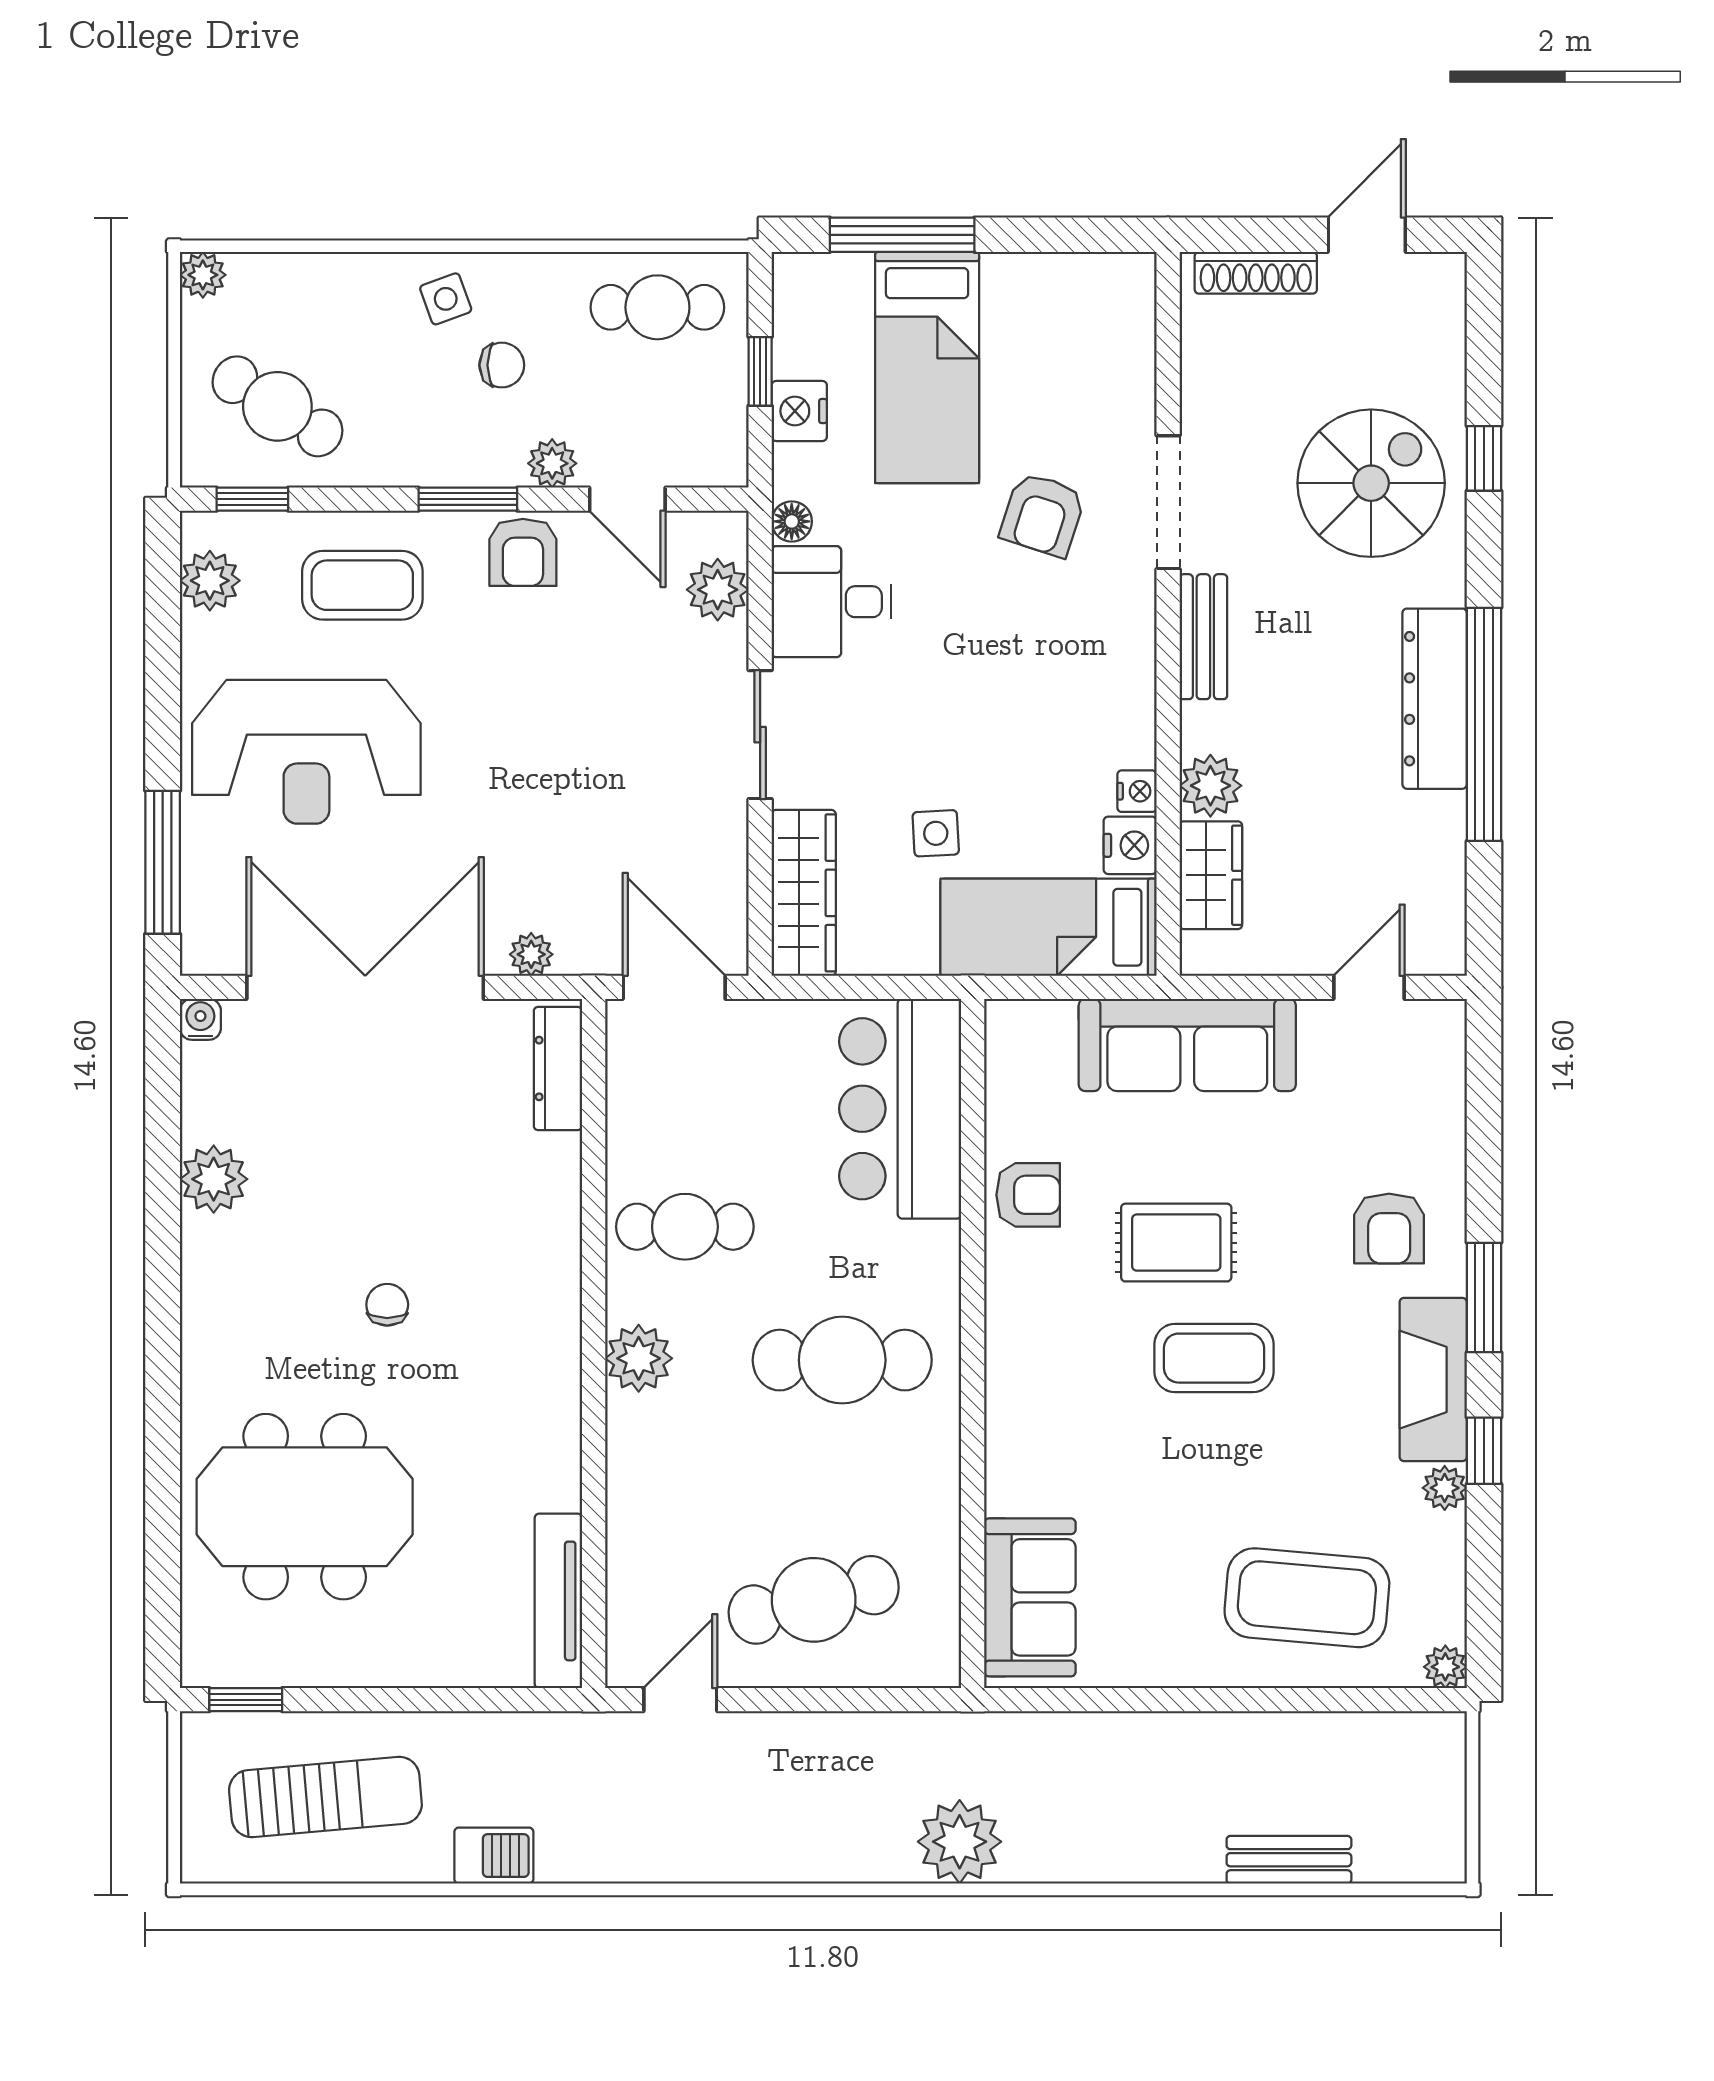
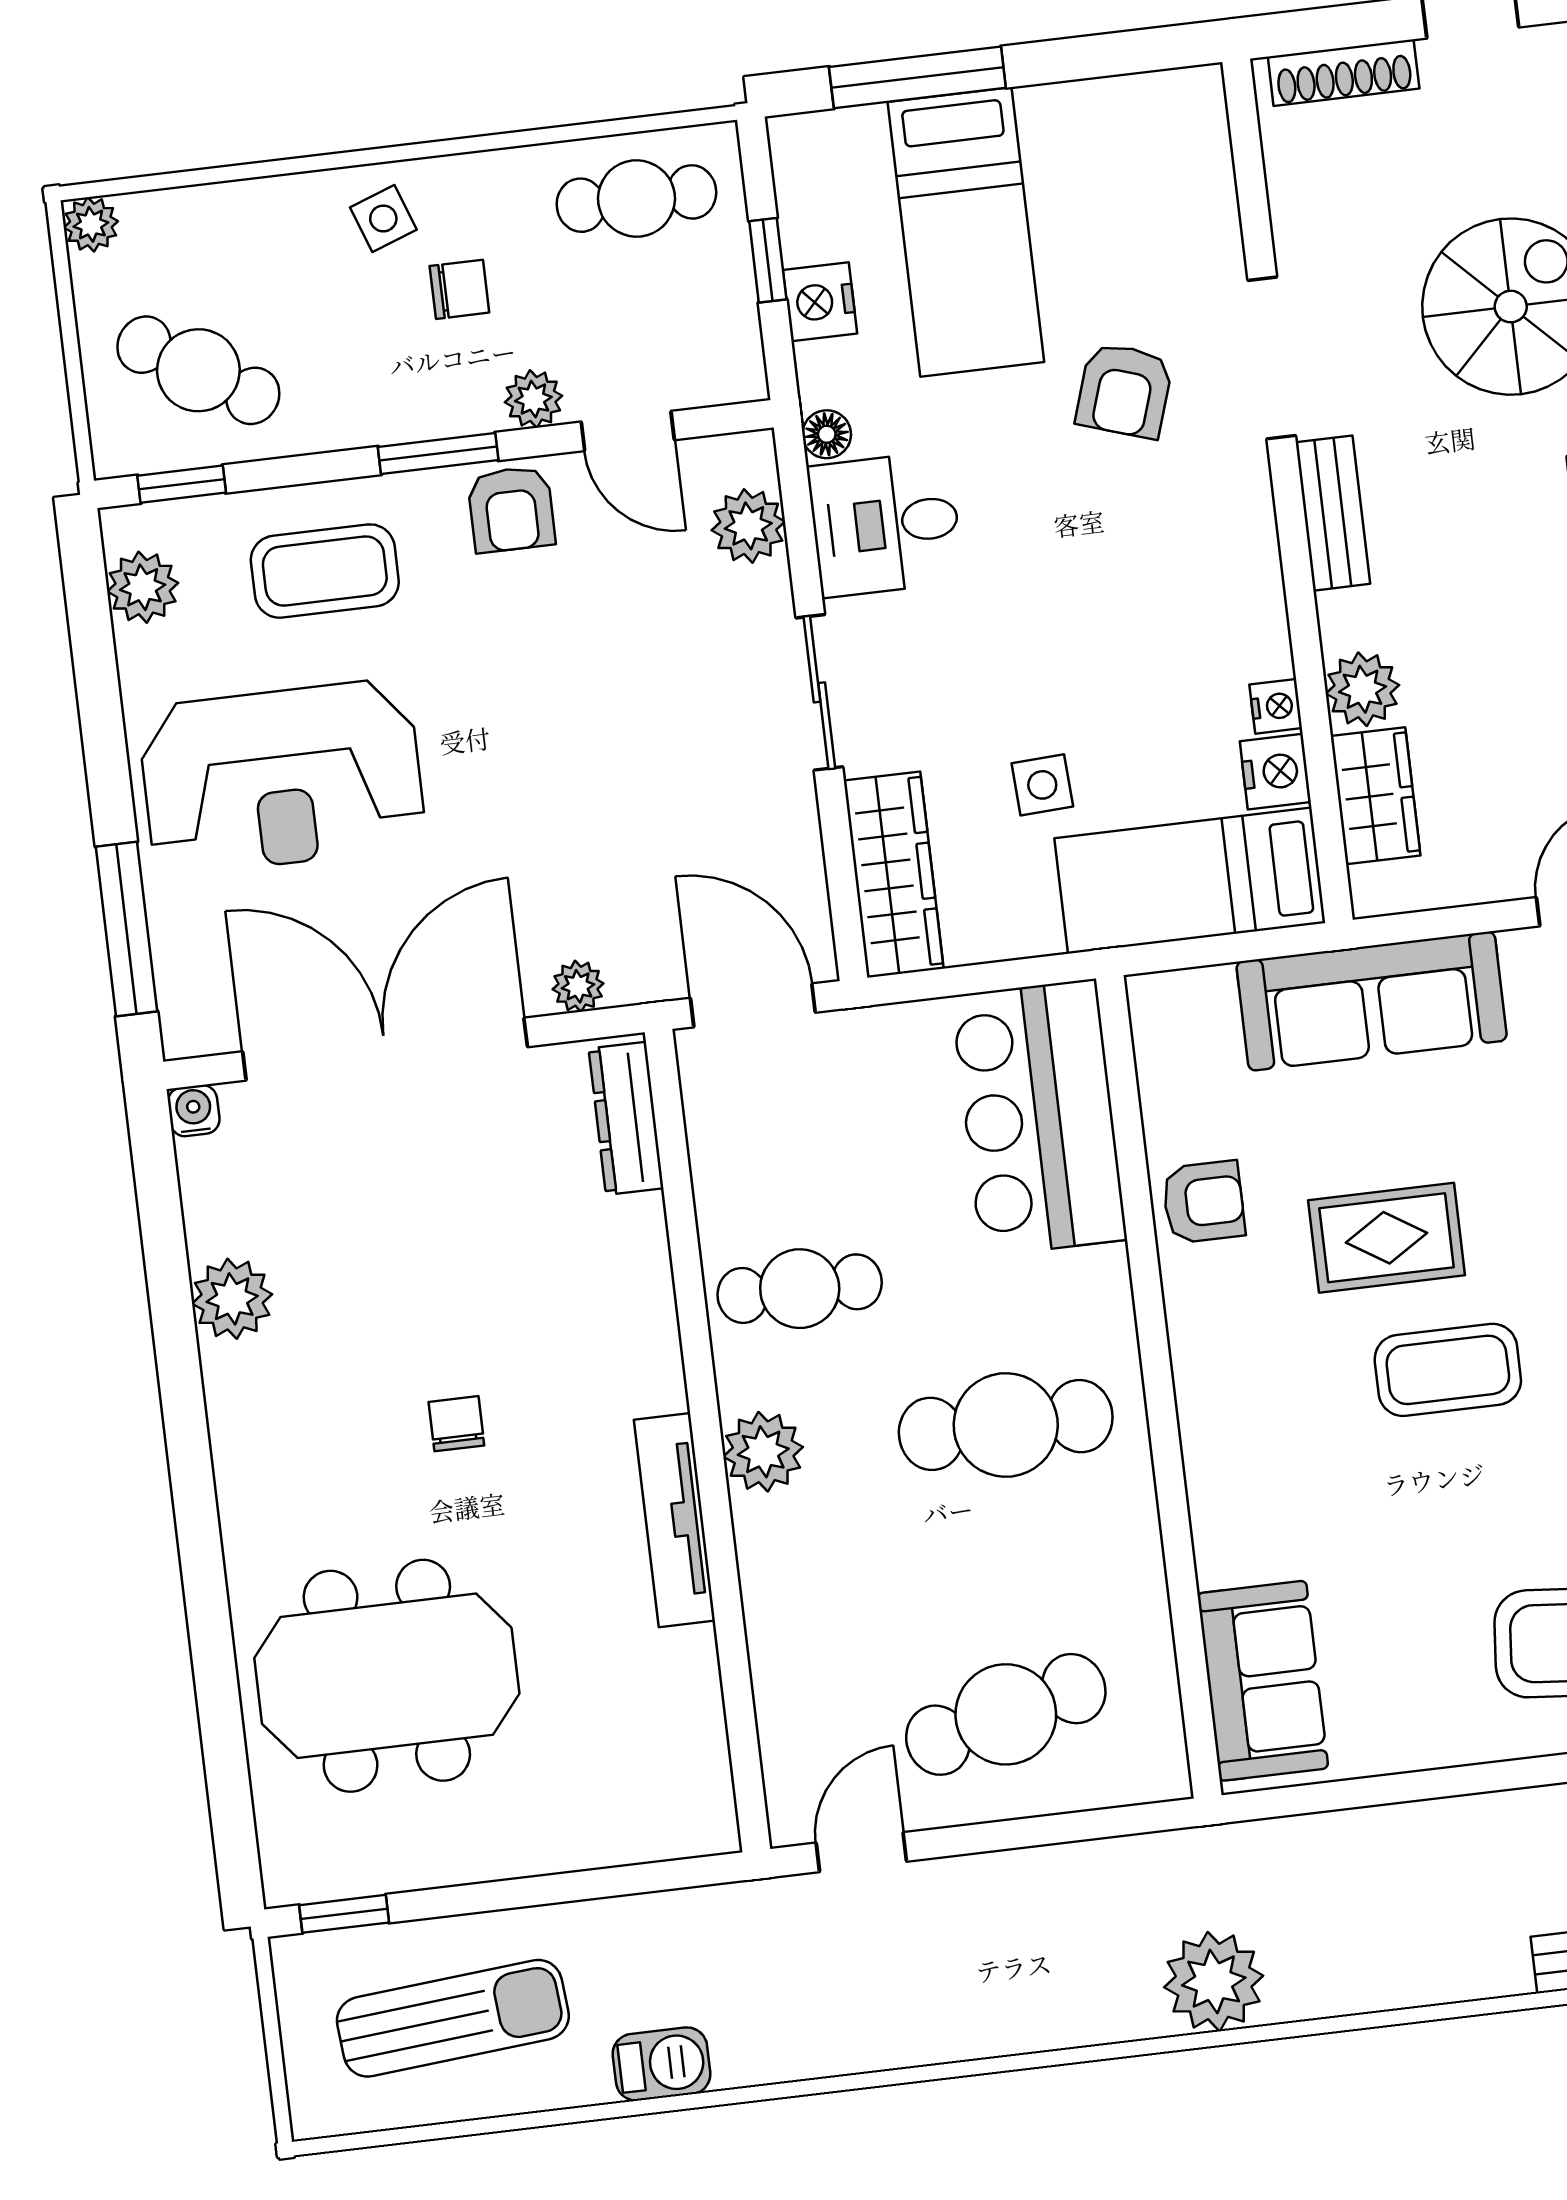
tv unit: (558, 1601) -> (675, 1520), moved

